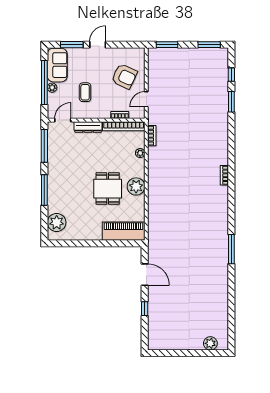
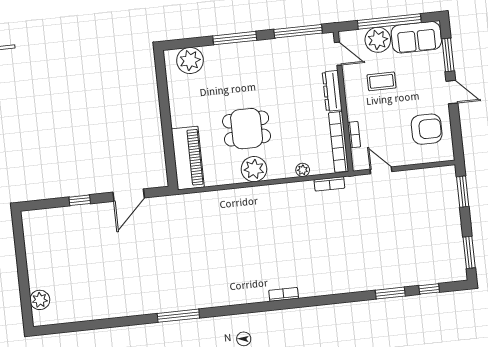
armchair: (124, 76) -> (427, 129), moved, turned -115
plant: (52, 88) -> (378, 40), width x1.88, depth x1.88

